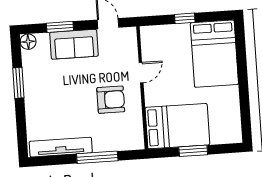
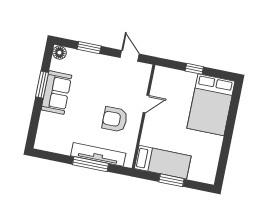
sofa: (74, 44) -> (56, 93), moved, turned -90
armchair: (111, 100) -> (115, 119), turned 180
bed: (177, 126) -> (163, 162), width x0.67
tv unit: (61, 147) -> (98, 154), moved

